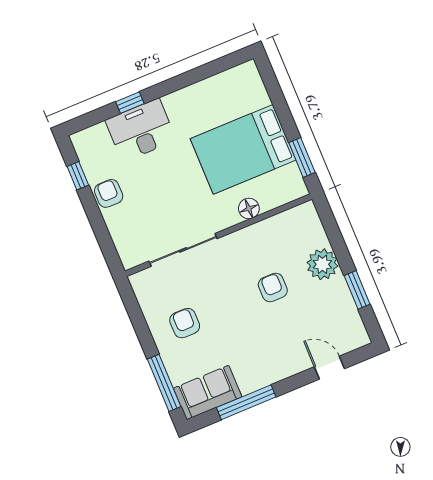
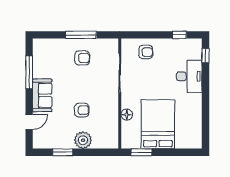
window: (130, 103) -> (205, 56), moved
armchair: (109, 193) -> (146, 52), moved
window: (164, 383) -> (81, 35), moved
sofa: (208, 393) -> (42, 95), moved

